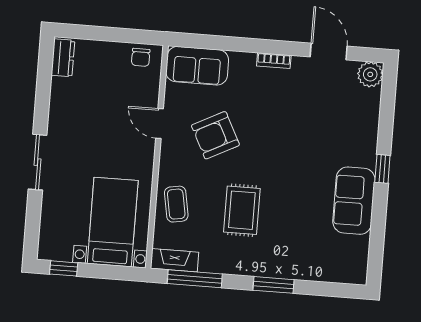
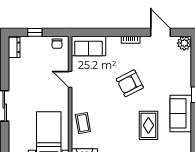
window: (102, 34) -> (35, 32), added
armchair: (215, 135) -> (130, 83), moved
rug: (242, 210) -> (148, 125), moved

